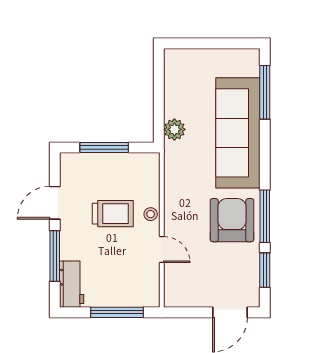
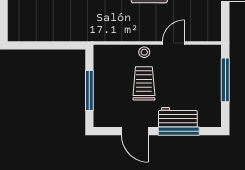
plant: (174, 129) -> (75, 32), removed
workbench: (72, 284) -> (178, 117), moved

